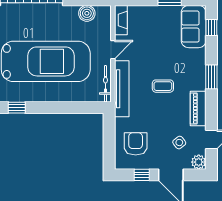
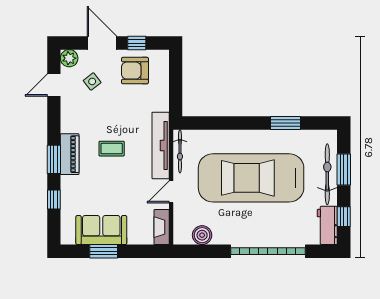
sofa: (194, 27) -> (101, 230), moved, turned -90
window: (211, 28) -> (54, 200), moved
window: (17, 108) -> (285, 123), width x1.50
piano: (198, 109) -> (70, 154), moved
armchair: (136, 144) -> (135, 71), moved, turned 90

